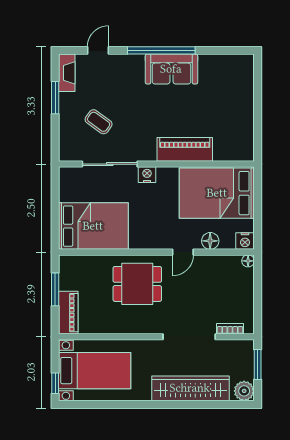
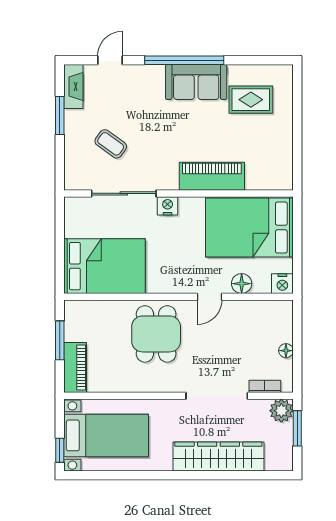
rug: (218, 84) -> (251, 100), added
floor lamp: (248, 261) -> (286, 351), moved
dining table: (137, 284) -> (156, 334), turned 90
plant: (244, 391) -> (281, 411), moved

